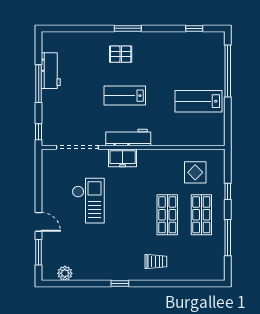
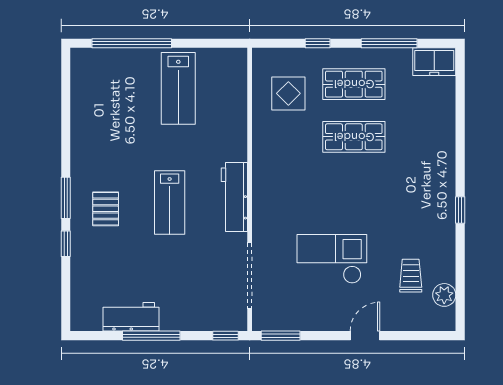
window: (194, 28) -> (66, 244), moved
freezer: (123, 158) -> (434, 62), moved, turned 90
window: (39, 252) -> (281, 336), moved
trolley: (156, 261) -> (411, 276), moved

